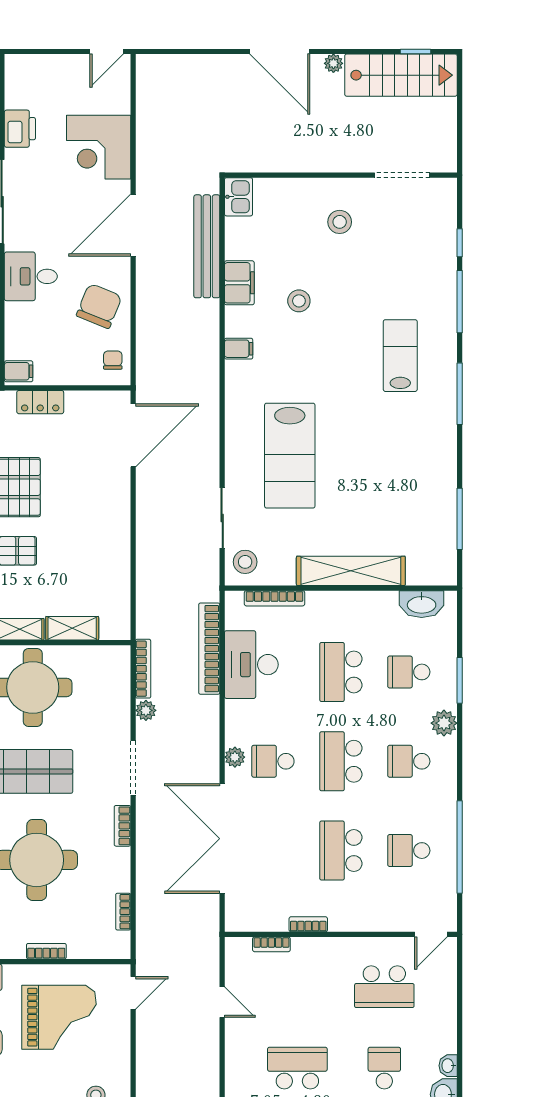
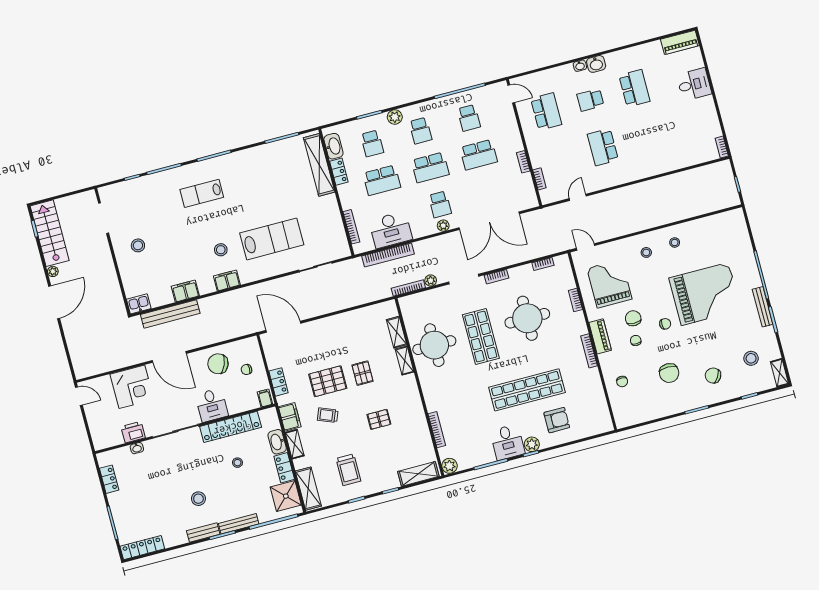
stool: (299, 301) -> (221, 250), moved
filing cabinet: (239, 349) -> (227, 280), width x2.00
chair: (113, 360) -> (246, 370), moved
stool: (245, 562) -> (336, 248), removed
shelving: (351, 571) -> (319, 165), moved
locker: (375, 602) -> (339, 172), added

